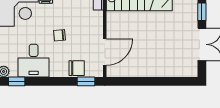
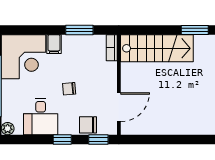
chair: (77, 68) -> (88, 125), turned 180
window: (17, 81) -> (62, 139), moved

